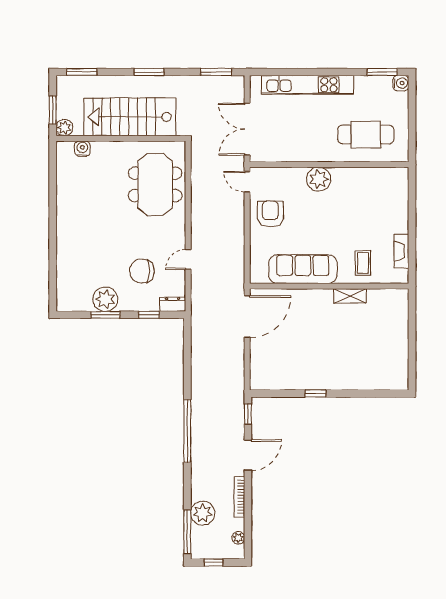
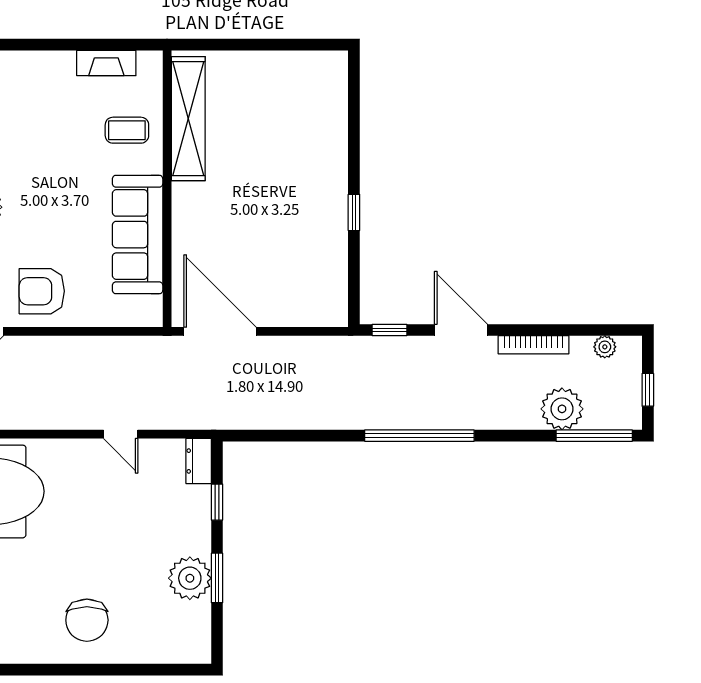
chair: (142, 271) -> (87, 620), moved
shelving: (350, 296) -> (188, 119), width x2.20, depth x1.33

